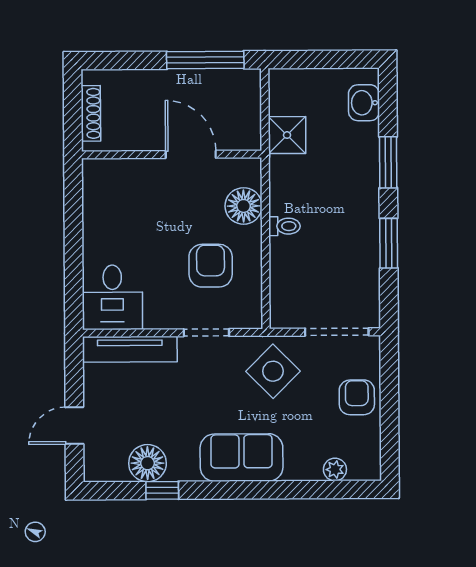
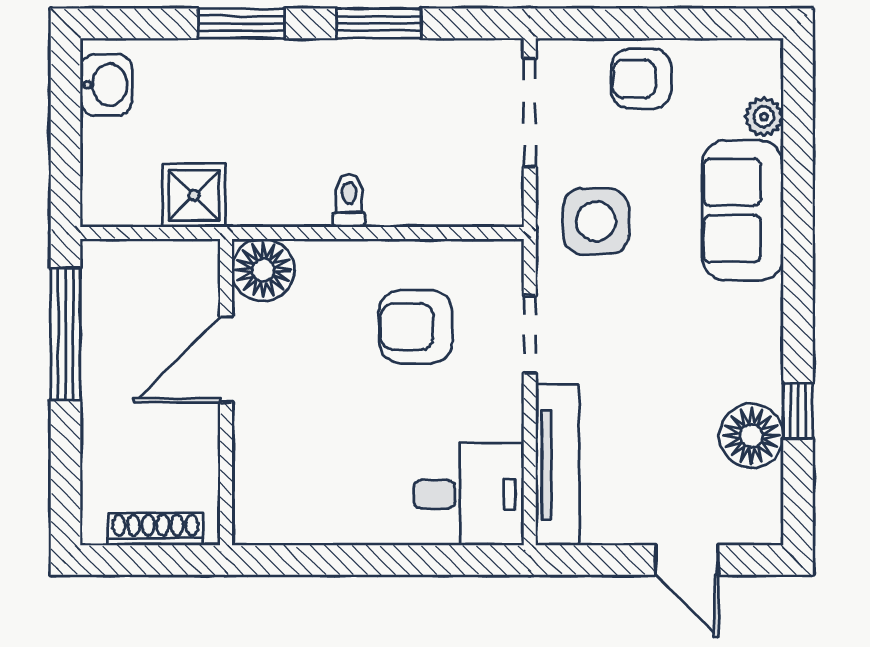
washbasin: (364, 103) -> (106, 85), moved, turned -90
floor lamp: (244, 206) -> (263, 270), moved
side table: (273, 371) -> (596, 221), turned 45
sofa: (242, 458) -> (743, 210), moved

